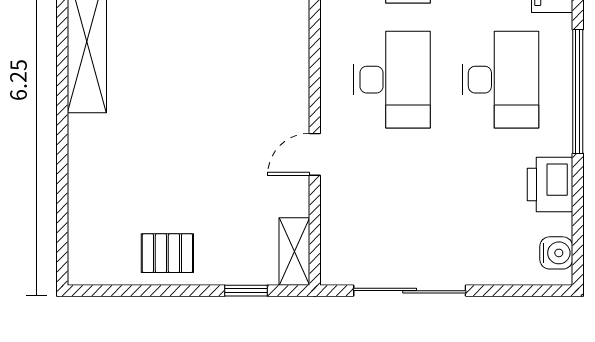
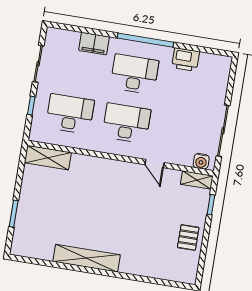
water cooler: (556, 253) -> (201, 161), moved, turned 180

